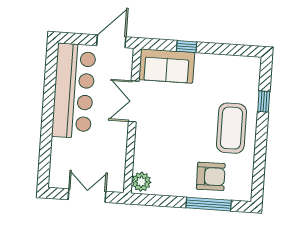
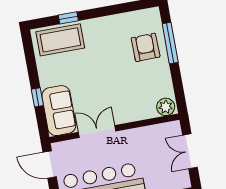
double door: (134, 101) -> (97, 132), swing flipped
coffee table: (231, 128) -> (60, 40), moved

